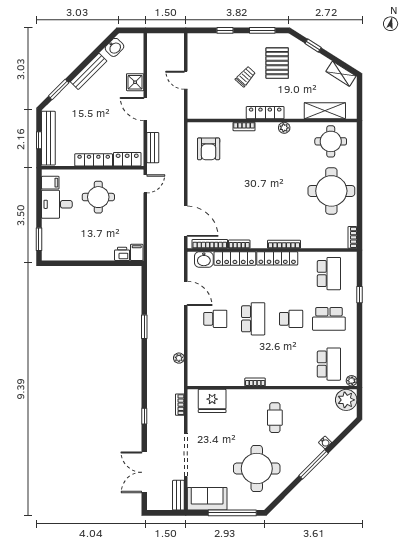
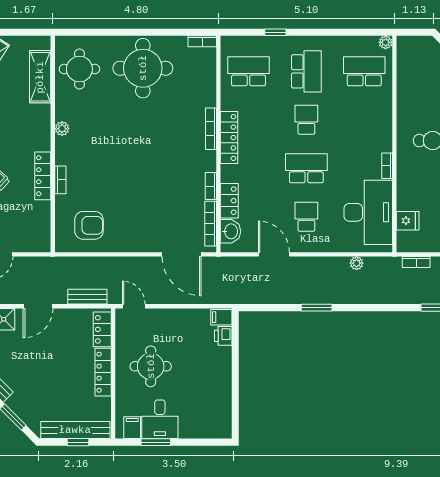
locker: (265, 113) -> (43, 176), moved
door: (186, 221) -> (182, 254), swing flipped
window: (39, 239) -> (156, 442), moved
locker: (235, 259) -> (229, 201), width x0.66
door: (186, 293) -> (274, 254), hinge flipped
desk: (219, 367) -> (368, 212), added
plant: (346, 400) -> (410, 49), removed
fridge: (212, 401) -> (408, 221), width x0.53, depth x0.75

